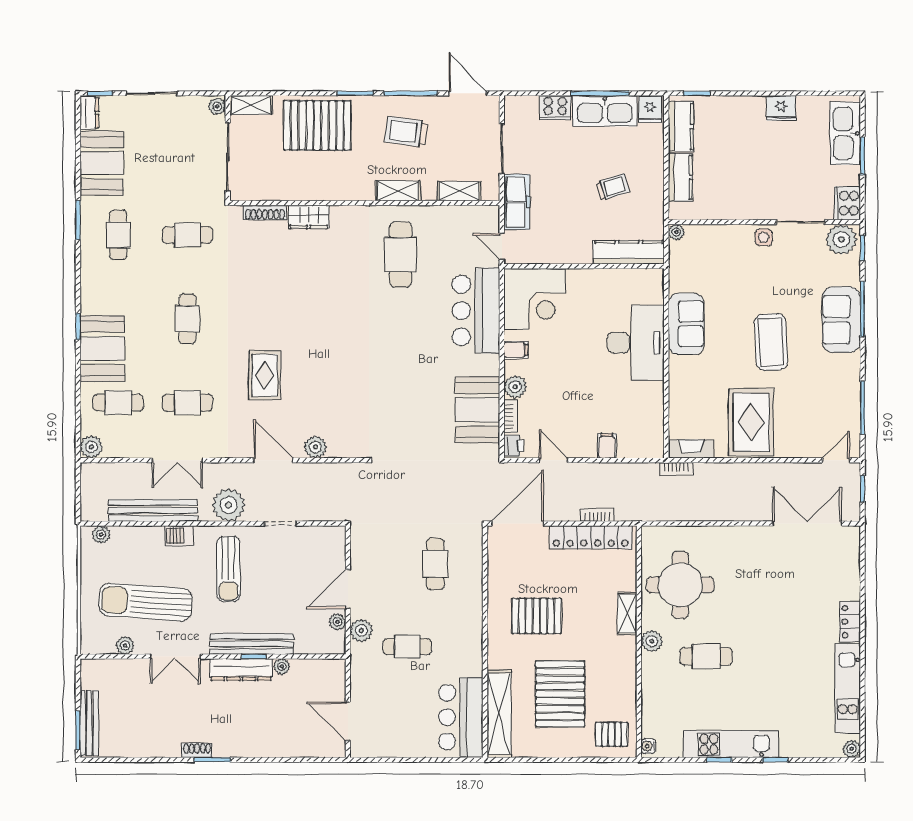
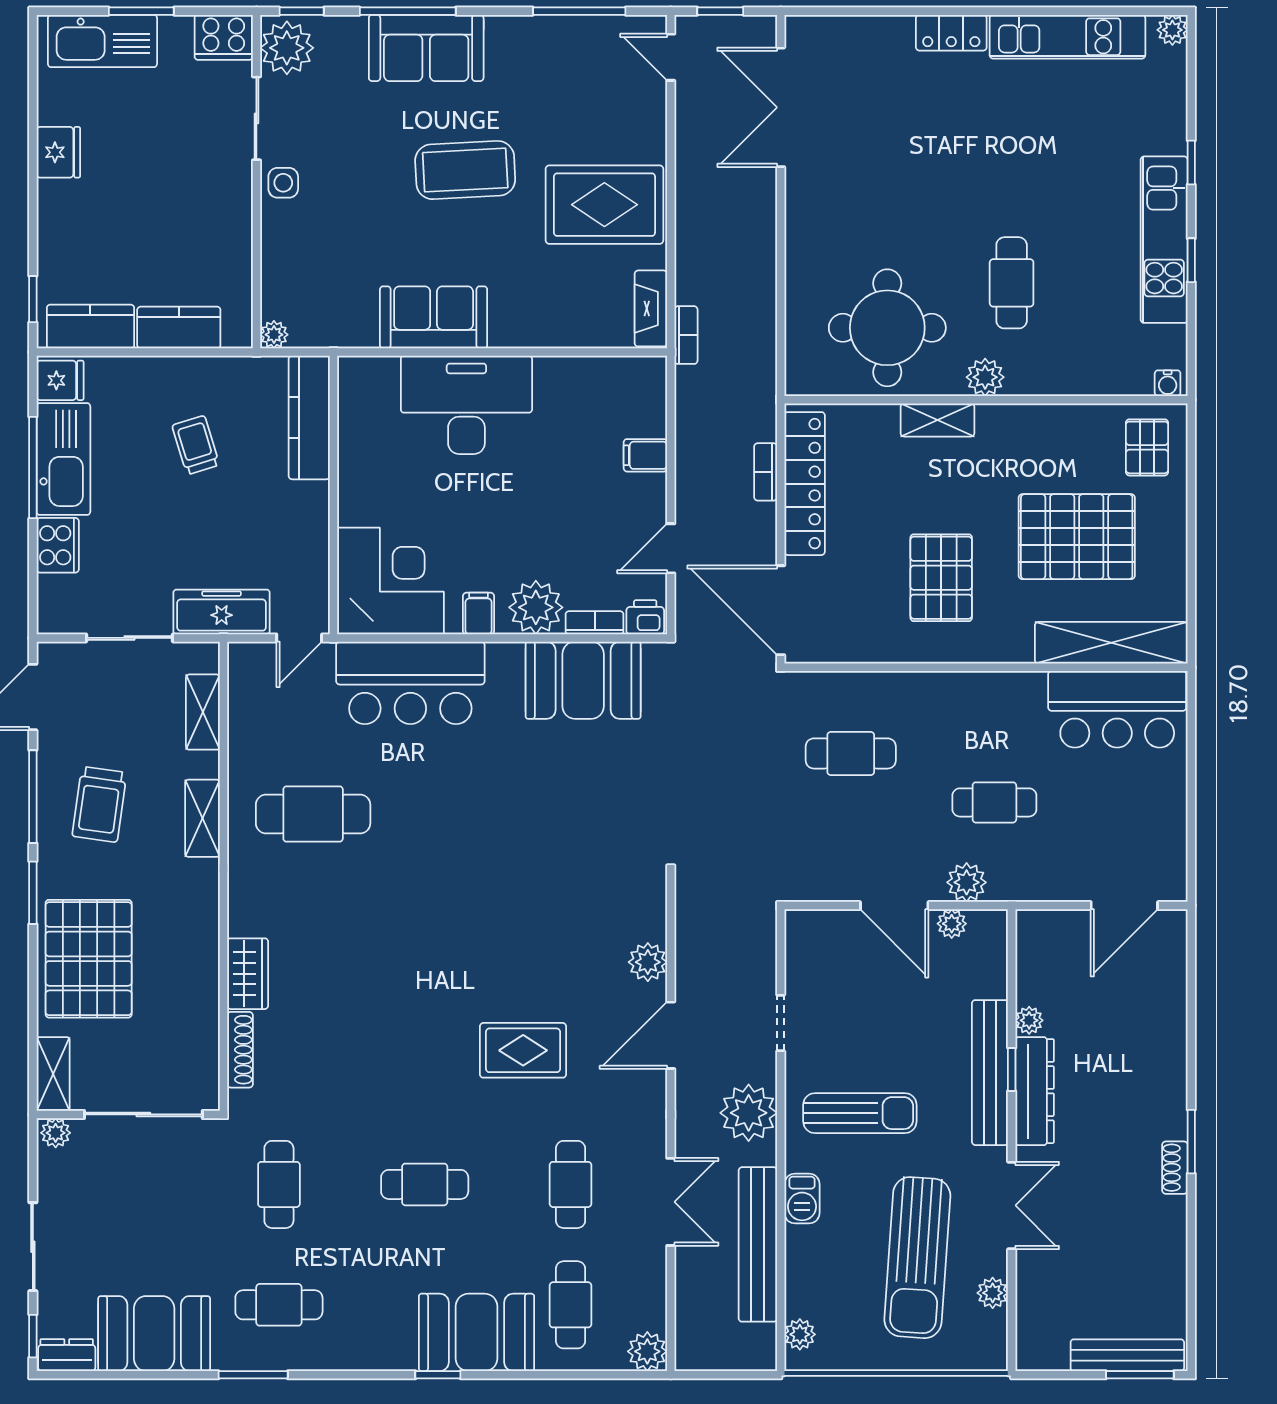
plant: (515, 387) -> (536, 607), width x1.36, depth x1.36
cafe table: (407, 647) -> (994, 802), turned 90

